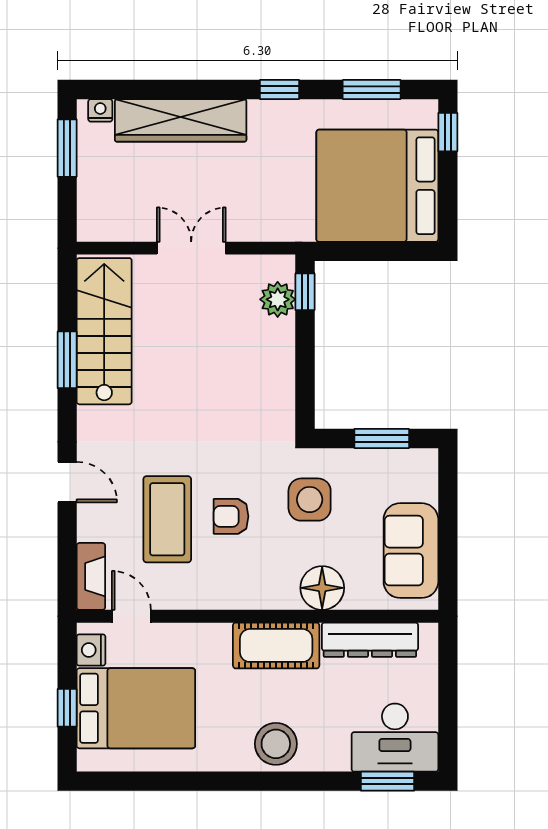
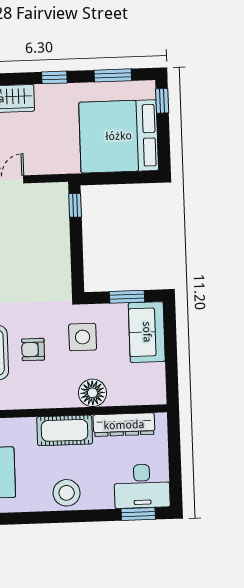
plant: (278, 299) -> (58, 211), removed
sofa: (411, 551) -> (147, 332), moved

